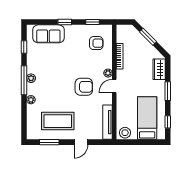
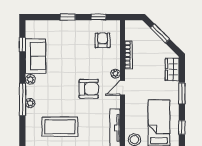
sofa: (48, 34) -> (35, 56), moved, turned -90
armchair: (96, 43) -> (103, 40), turned -90
window: (24, 80) -> (22, 99), moved

